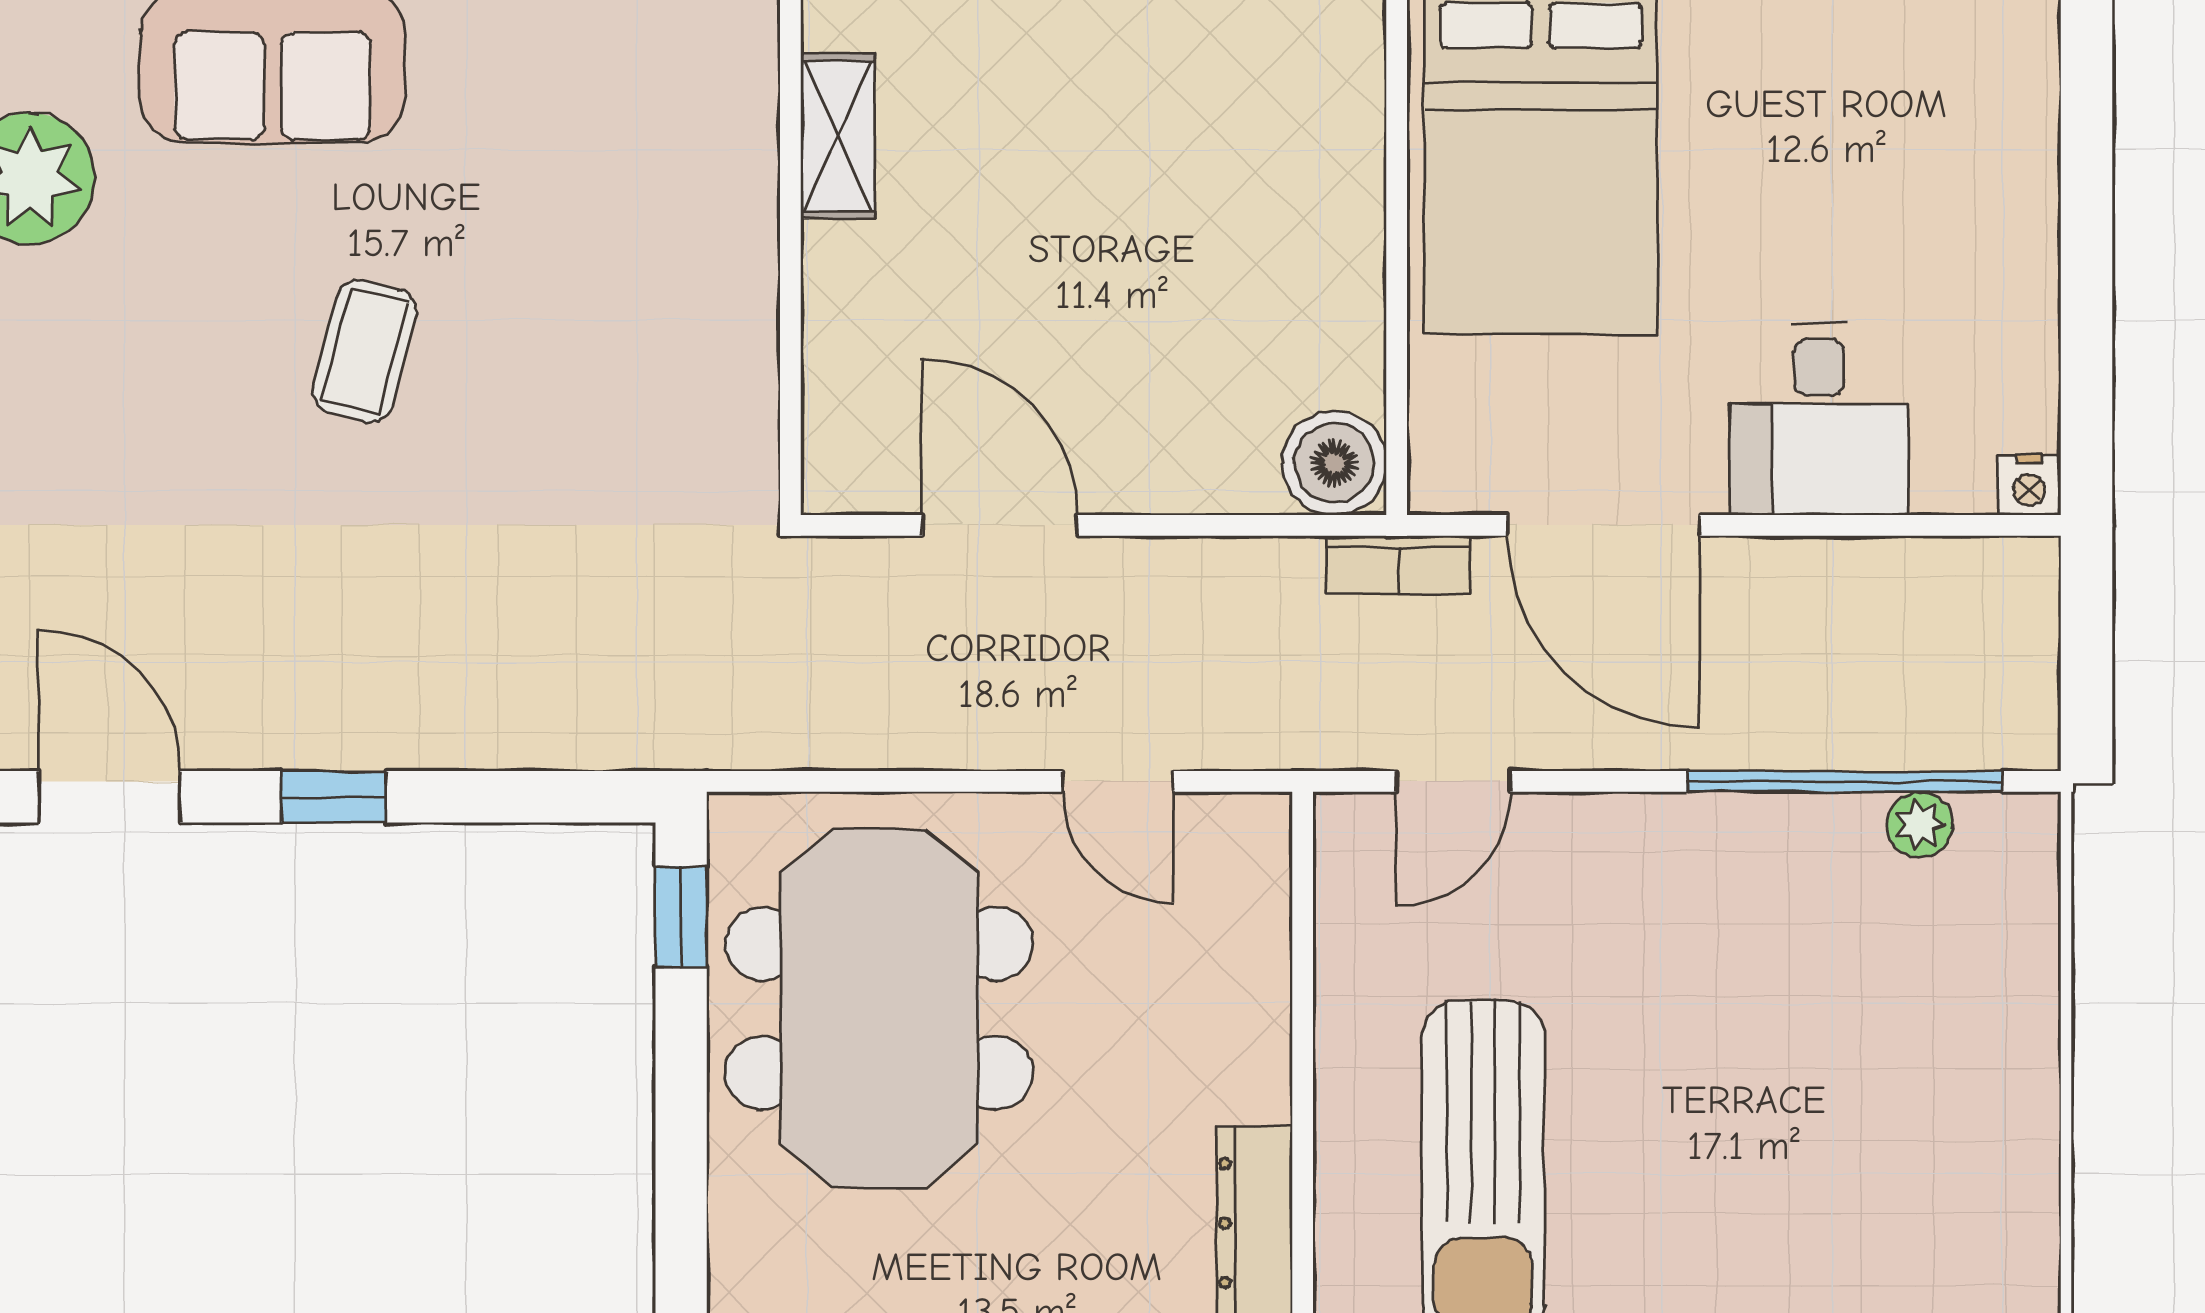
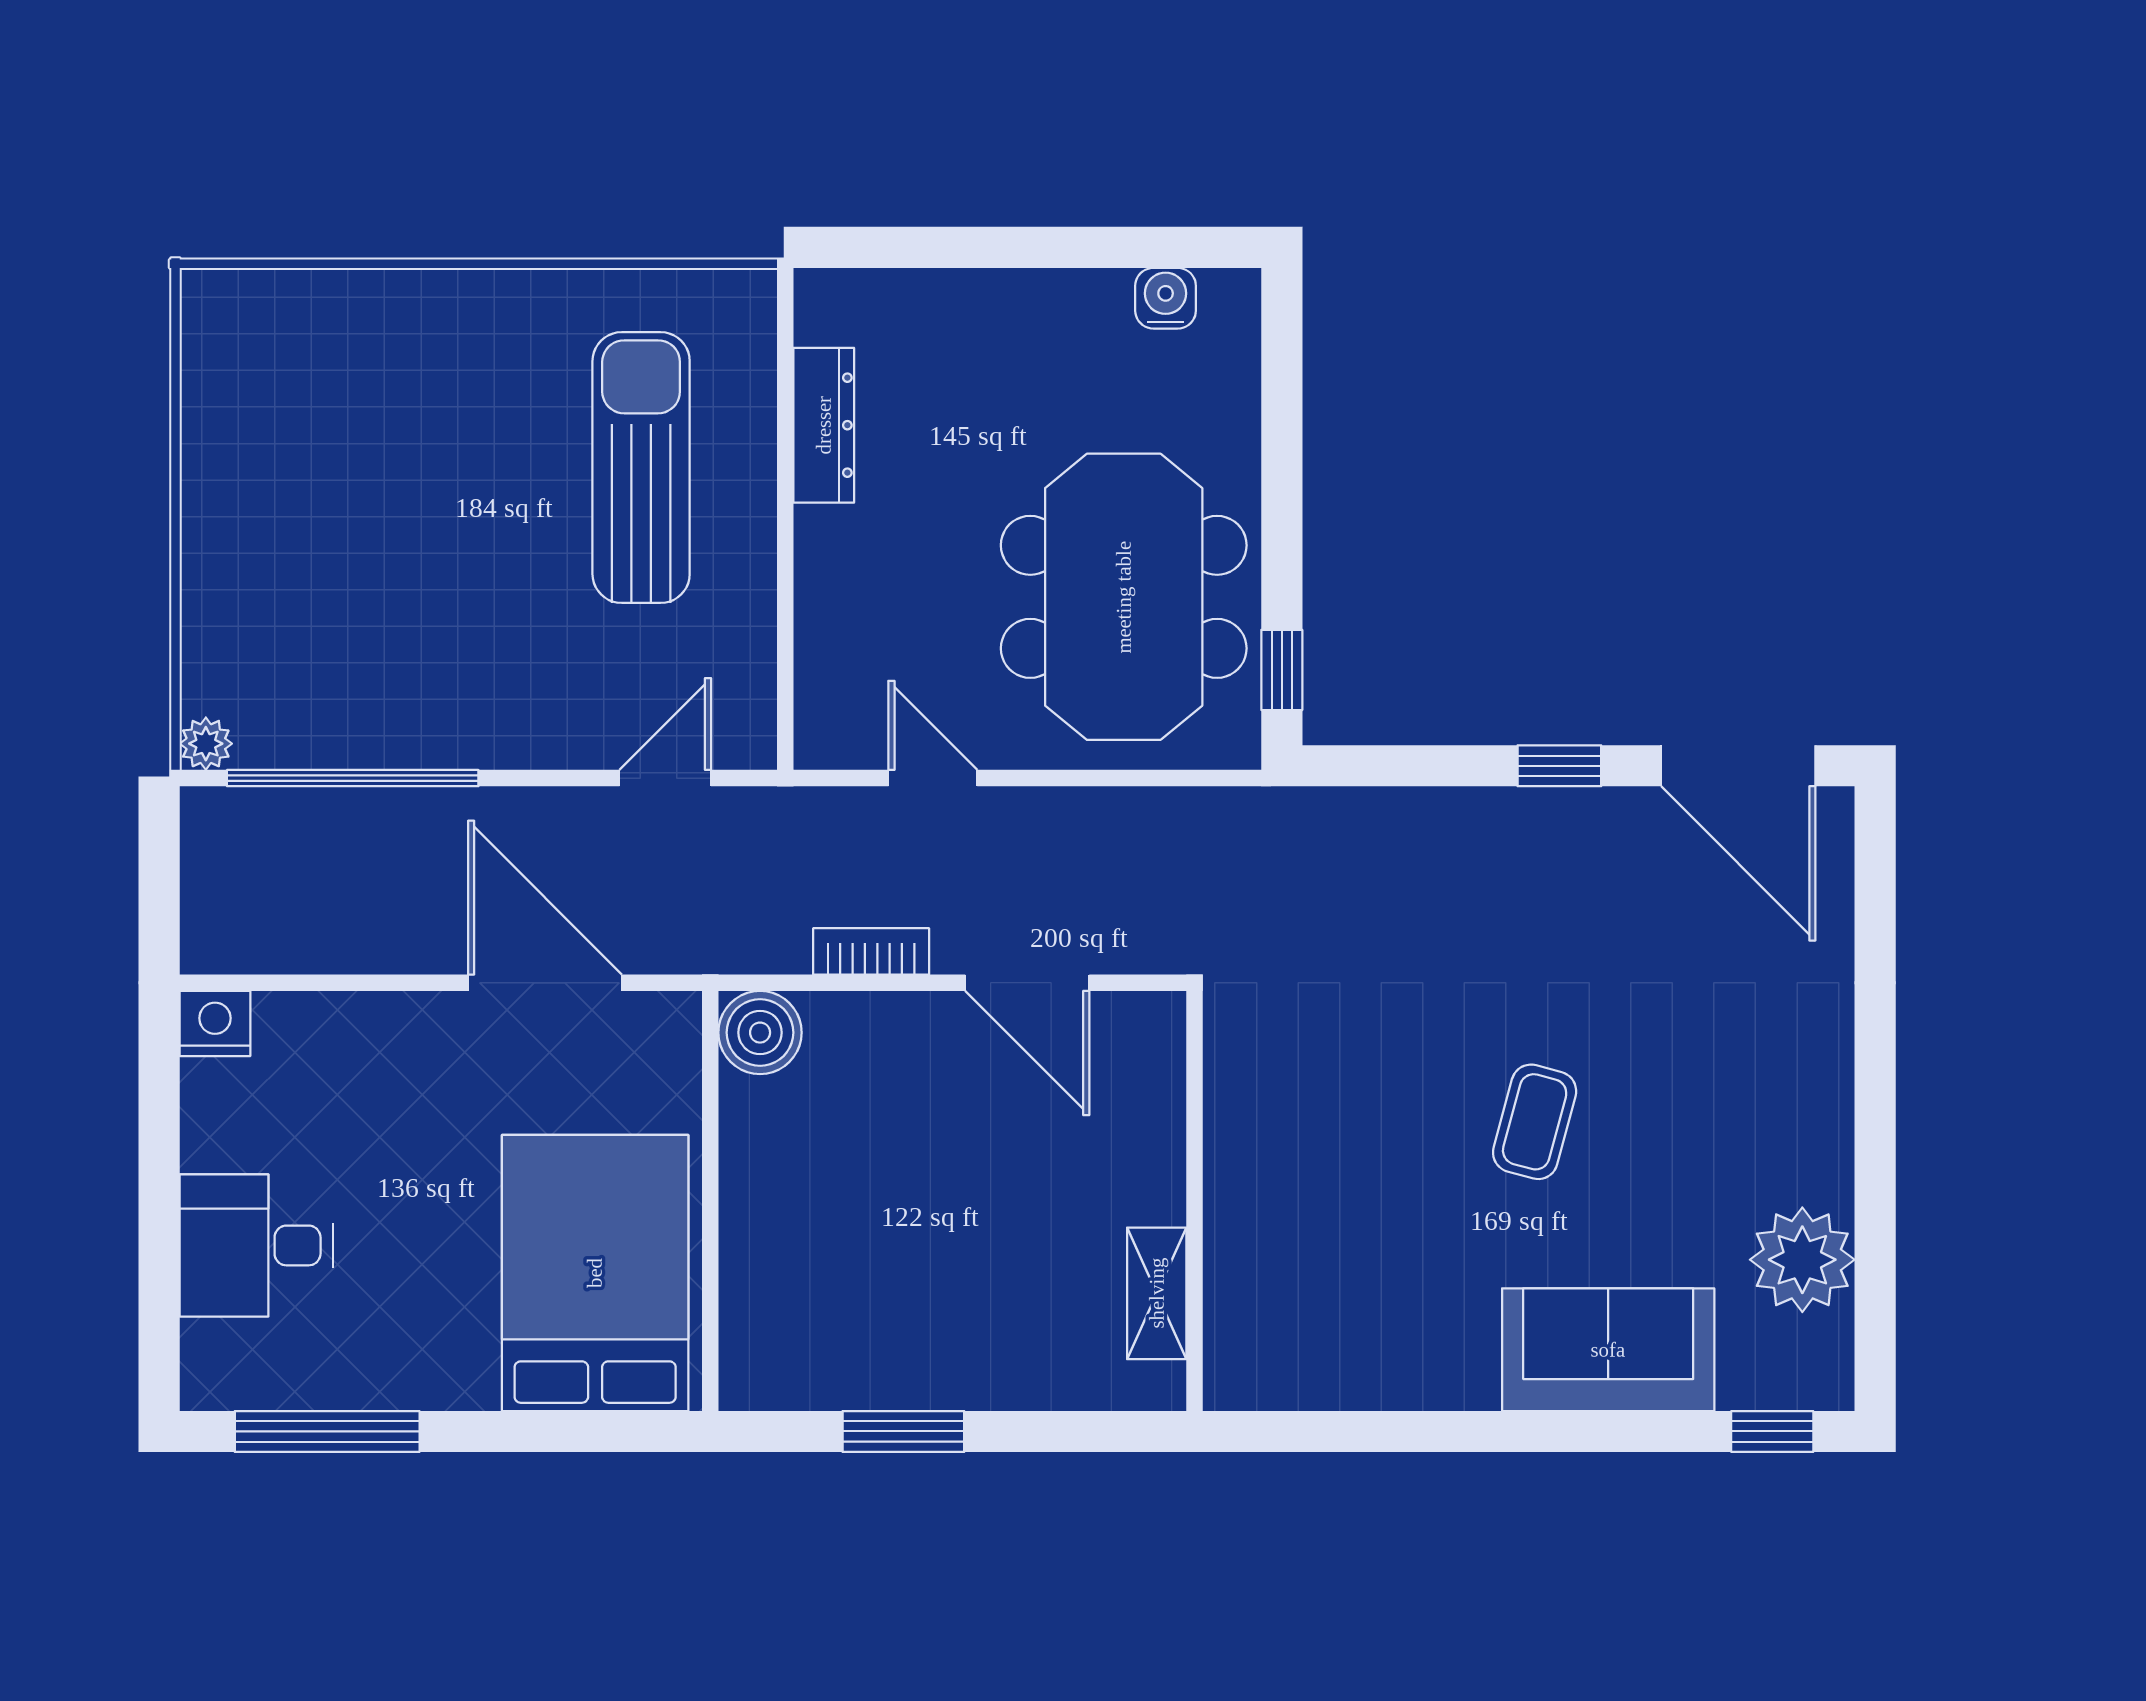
desk: (1819, 419) -> (256, 1245), moved, turned -90
nightstand: (2029, 485) -> (215, 1023), width x1.39, depth x1.35
bookcase: (1398, 565) -> (871, 951), moved
door: (110, 797) -> (1738, 766), width x1.36
plant: (1920, 825) -> (206, 744), moved

